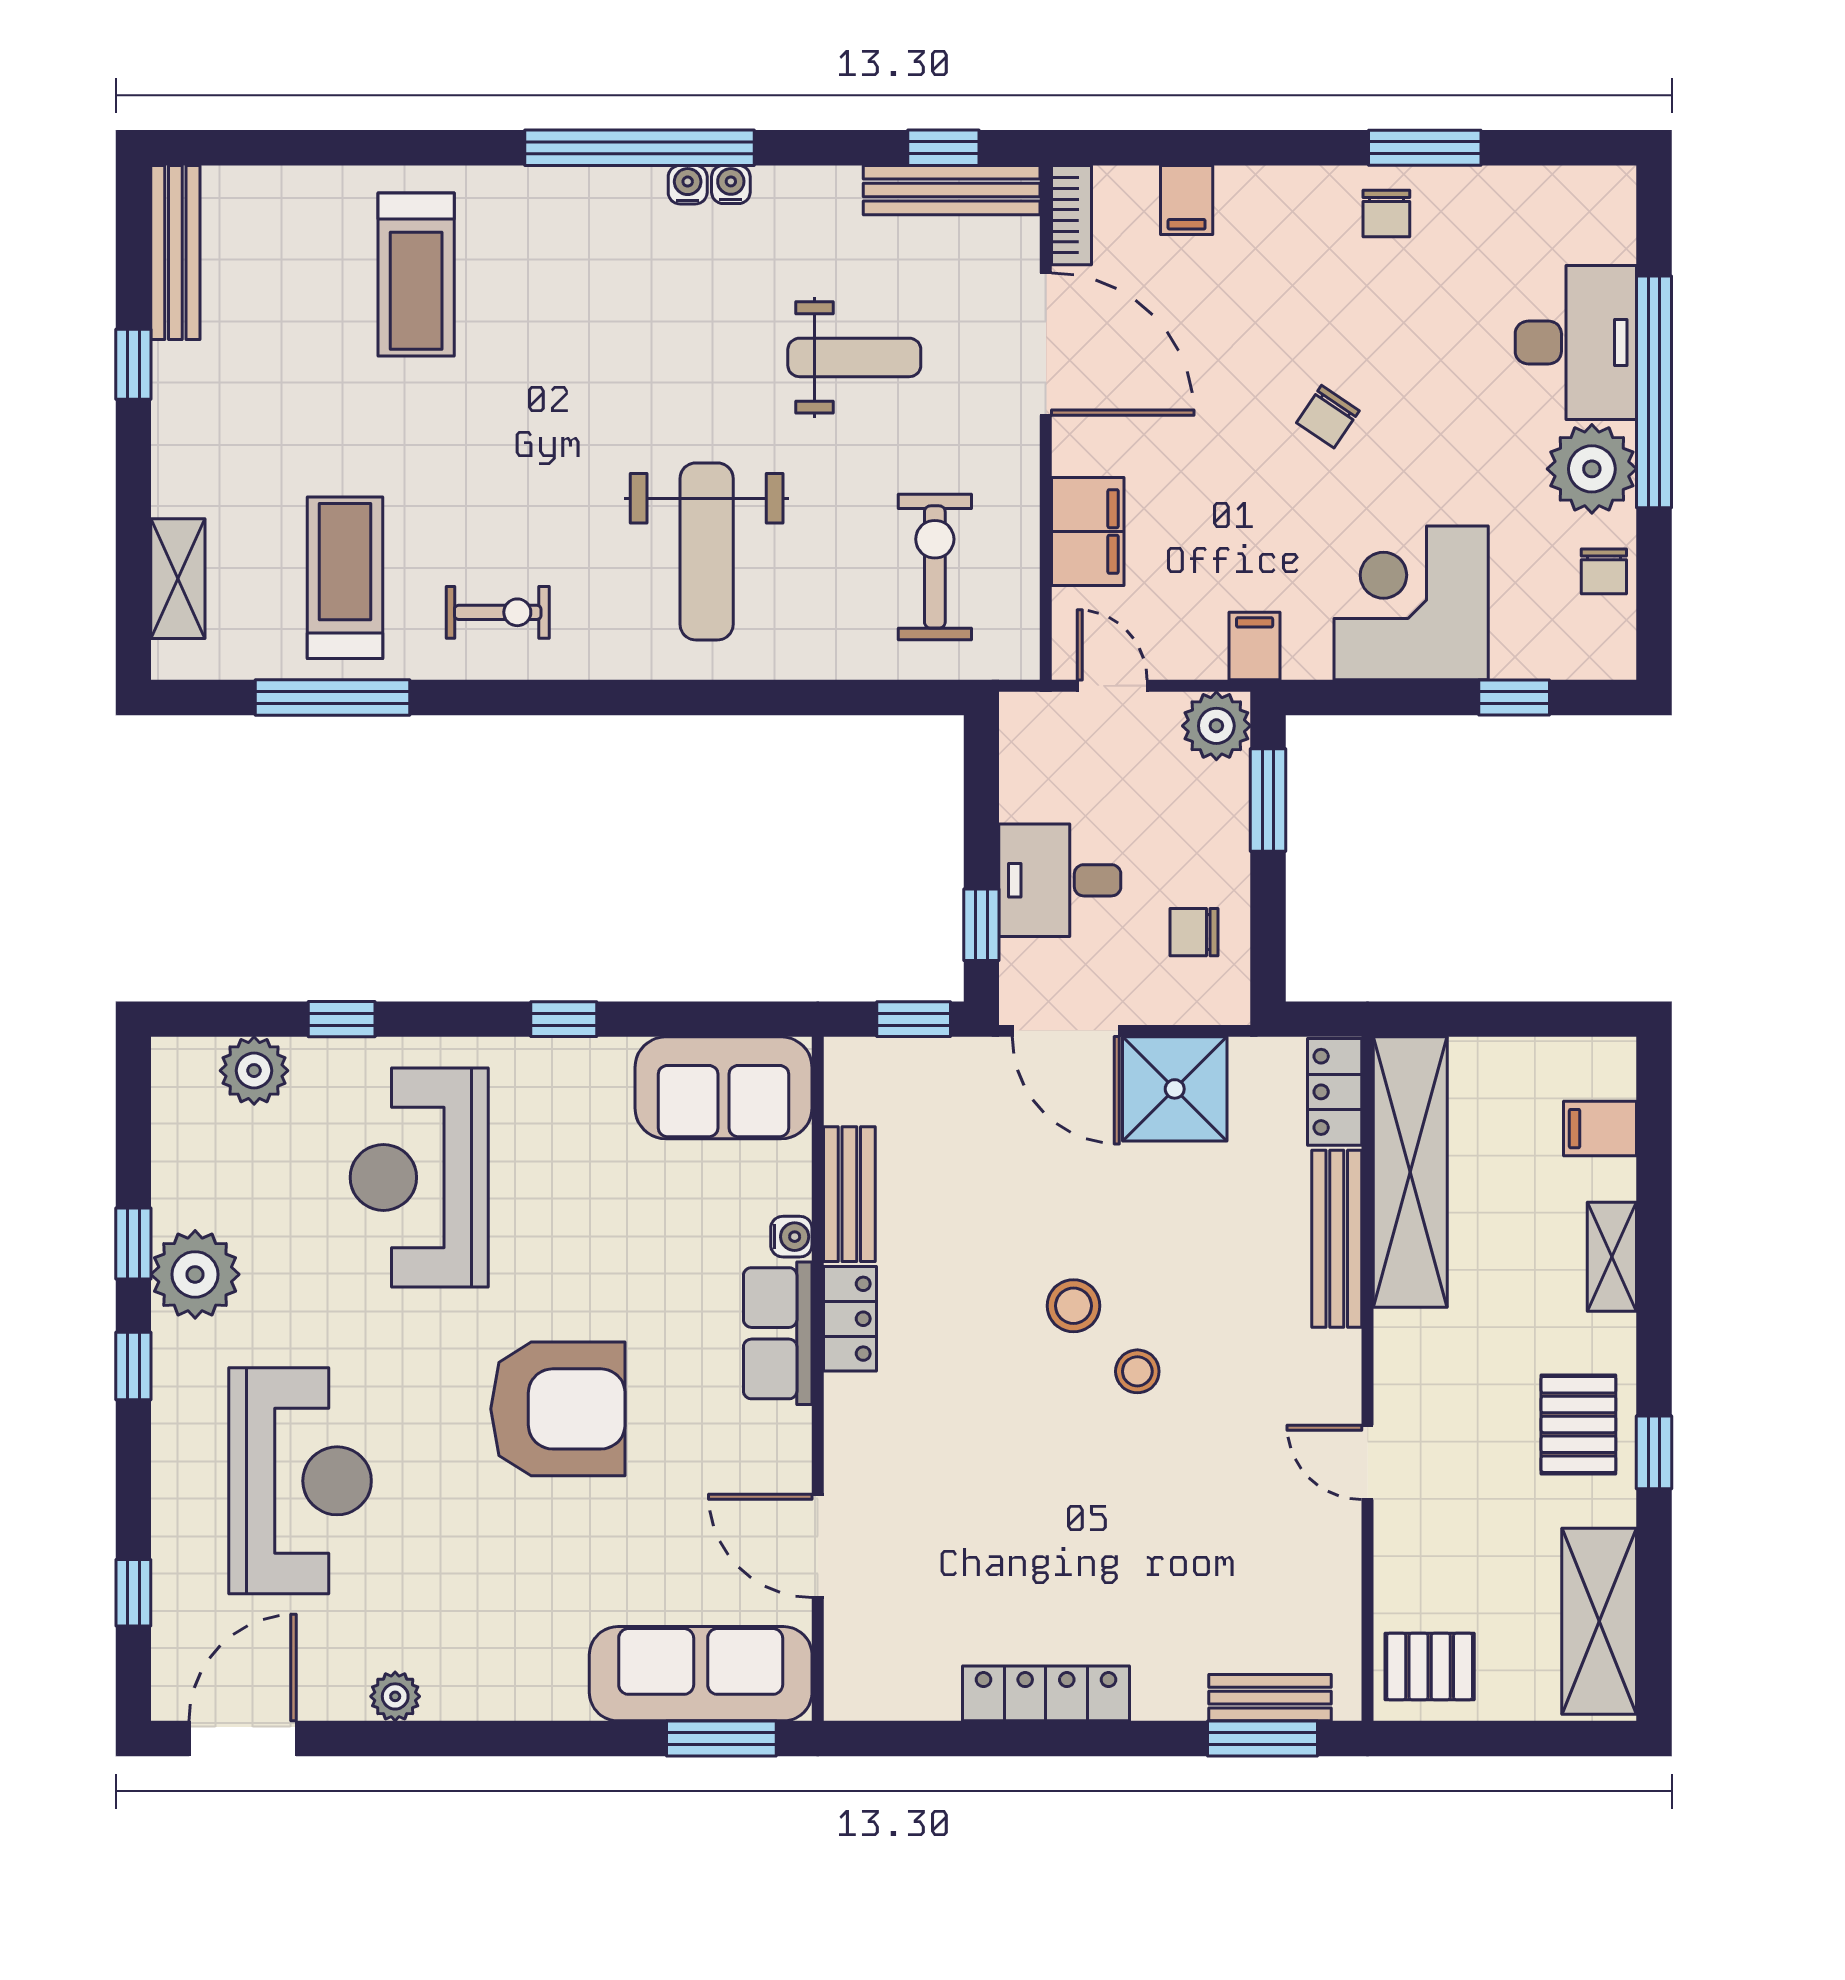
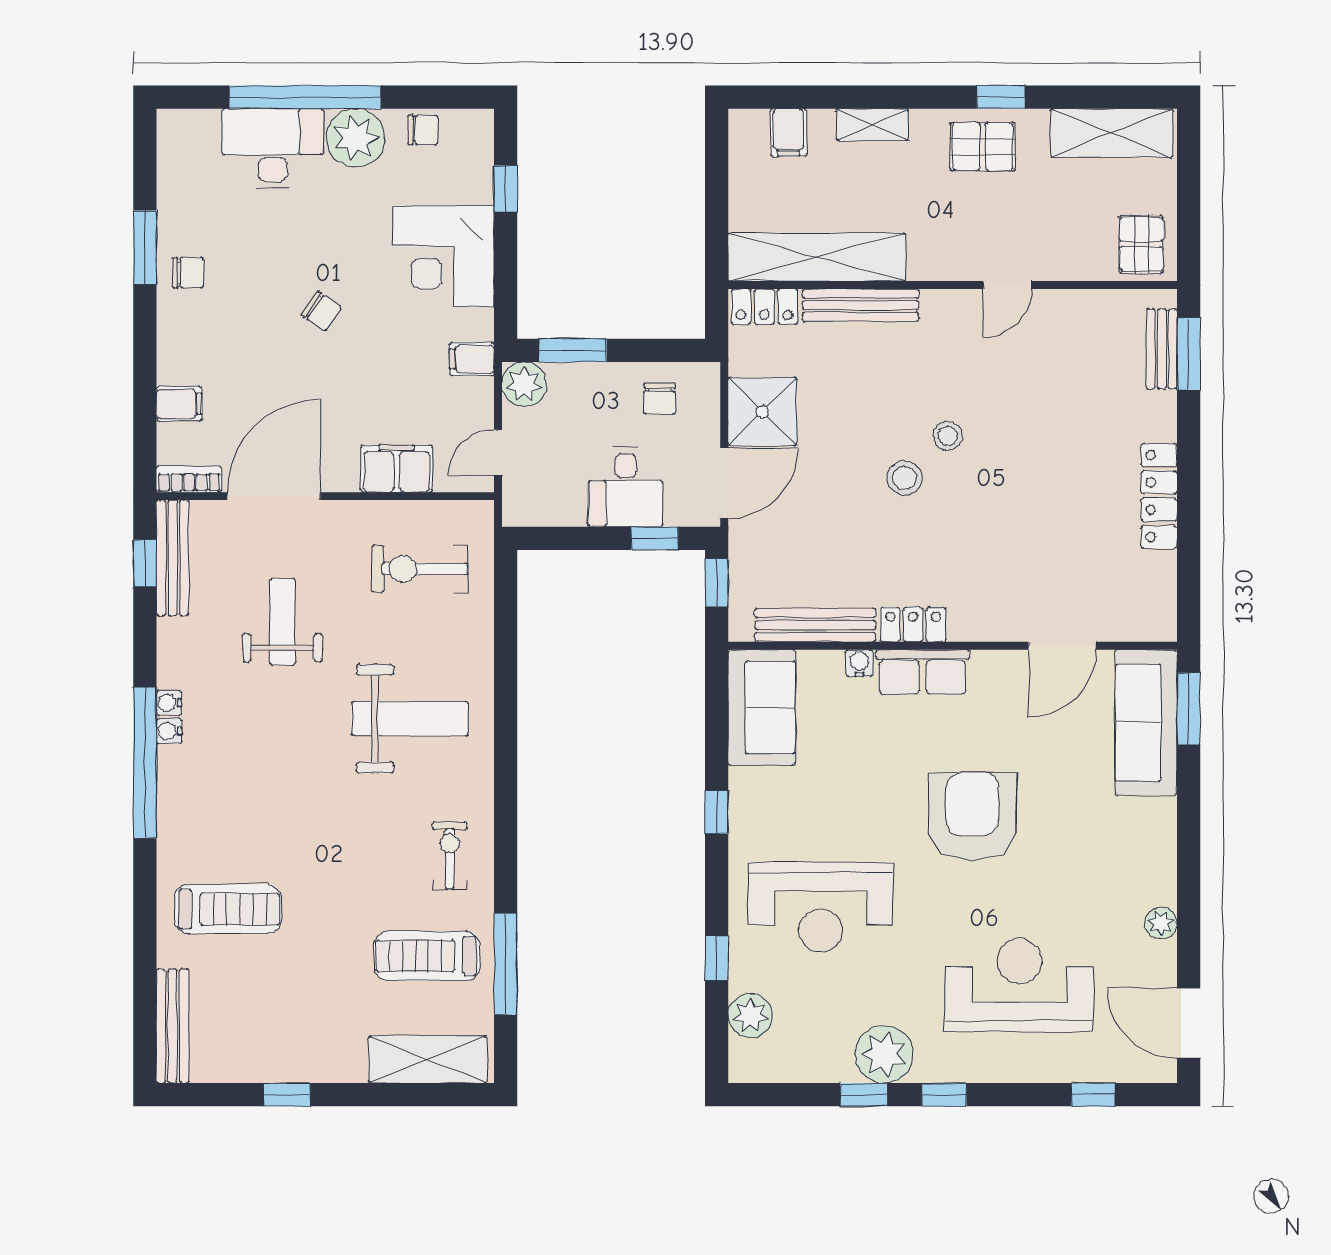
bench: (175, 252) -> (172, 1026), moved, turned 90
shelving: (178, 579) -> (428, 1060), width x1.50, depth x1.33
bench: (849, 1194) -> (815, 625), width x1.36

